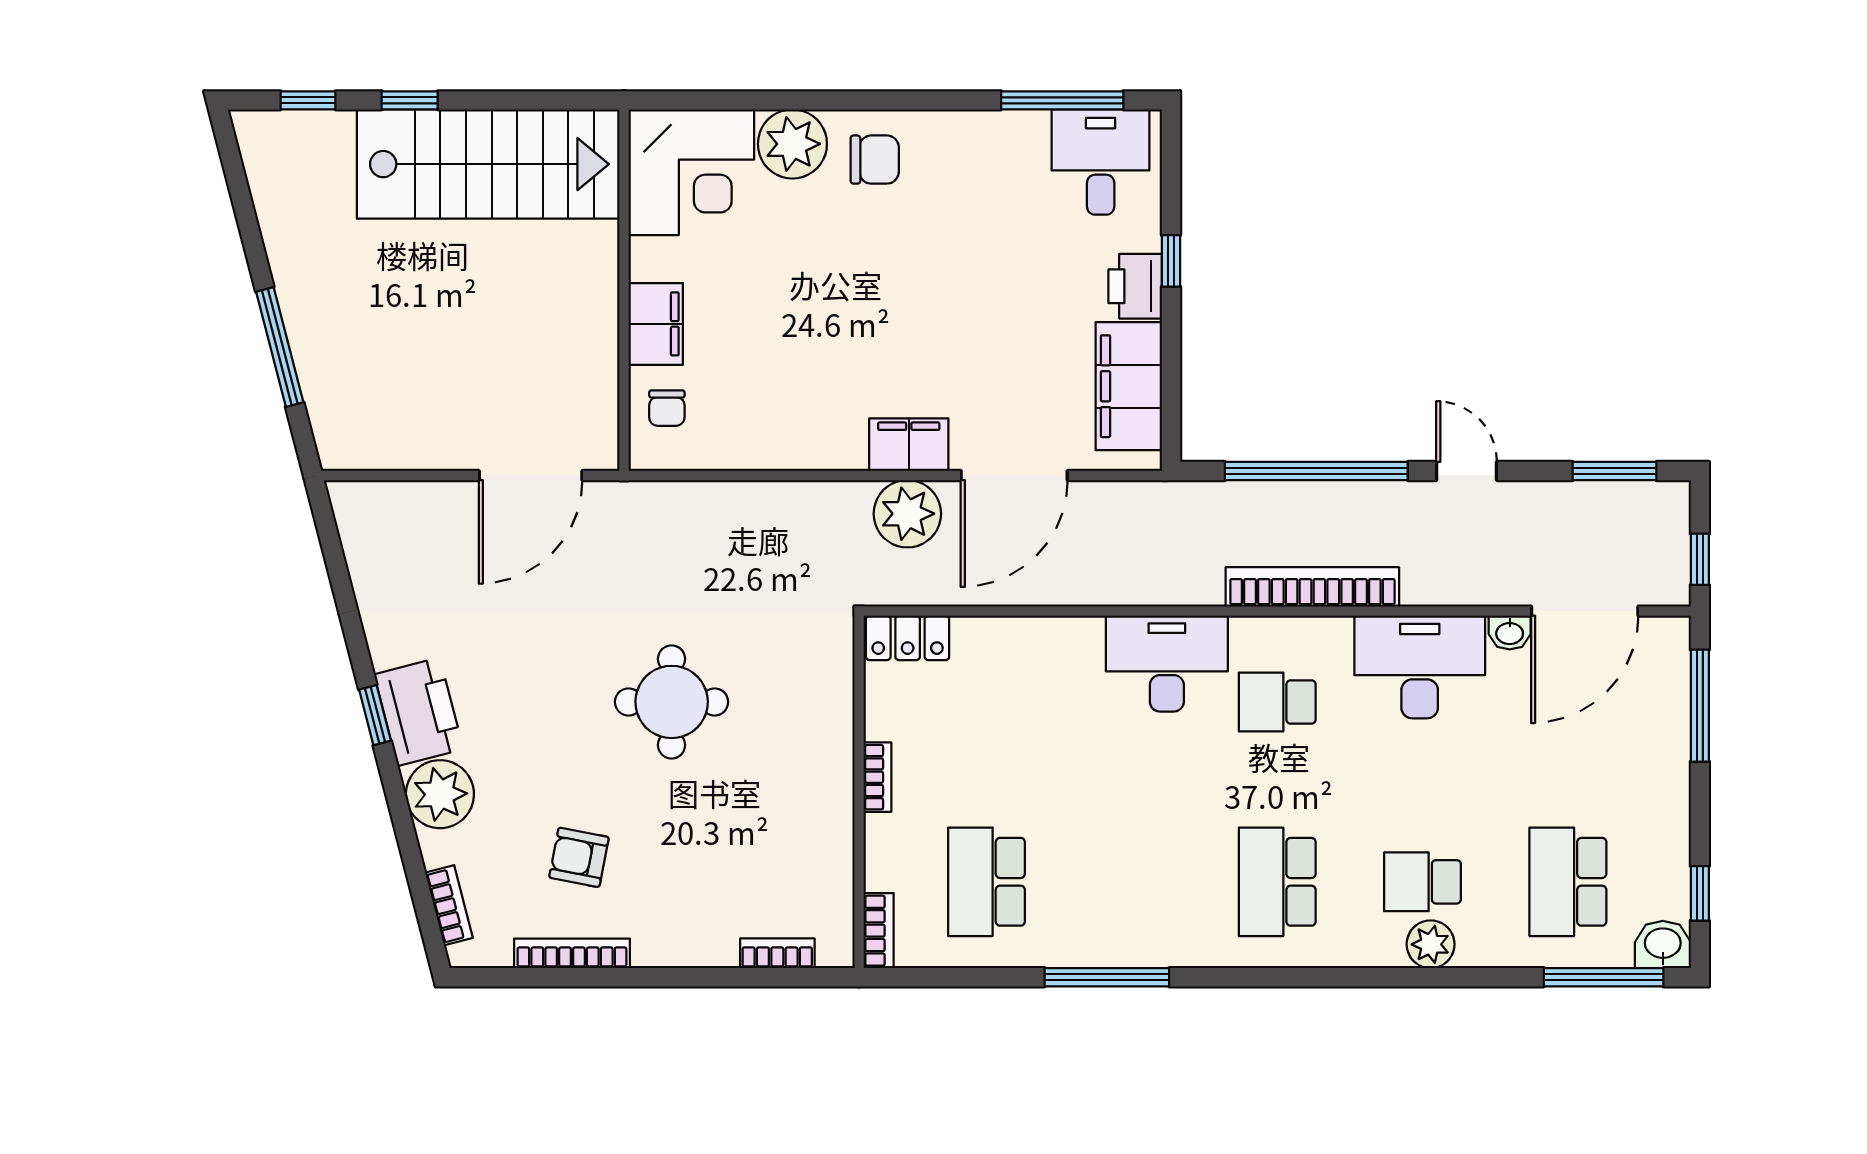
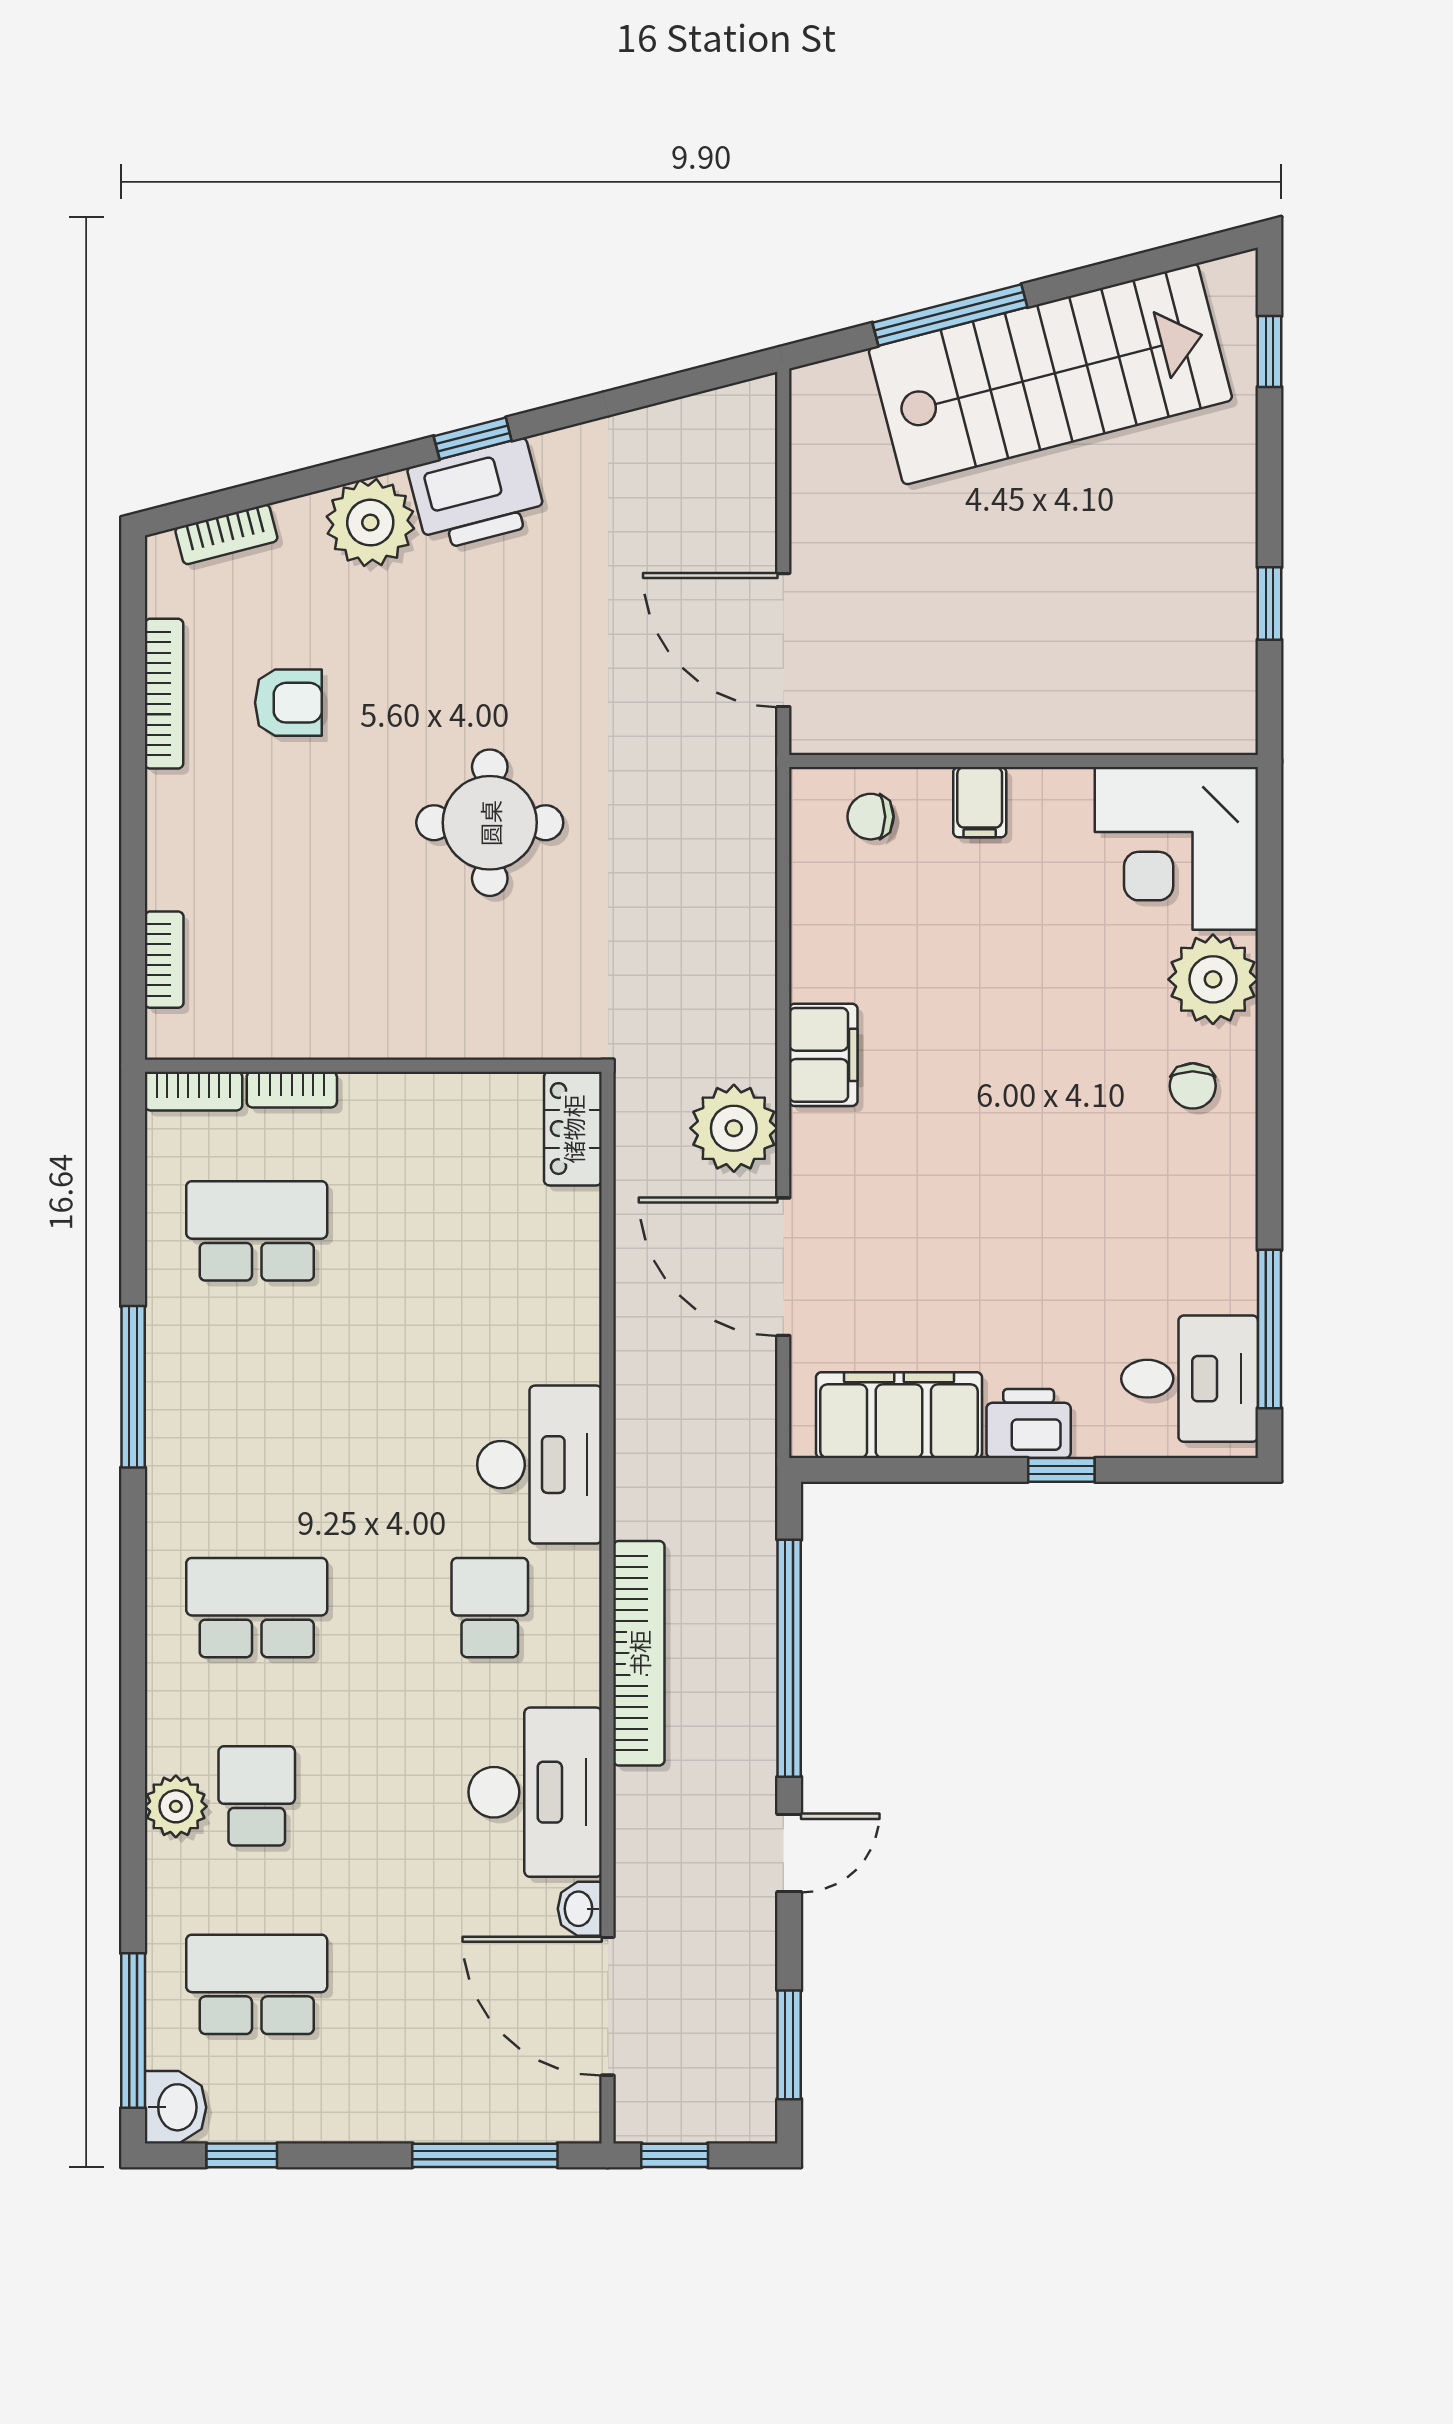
window: (410, 100) -> (1270, 604), moved
chair: (875, 160) -> (1193, 1086), width x0.73, depth x0.73
stairs: (488, 164) -> (1050, 374), moved, turned -105
filing cabinet: (656, 324) -> (980, 802), width x0.50
filing cabinet: (909, 445) -> (823, 1055), moved
bookcase: (877, 777) -> (292, 1090), moved
armchair: (579, 857) -> (288, 703), turned 79

